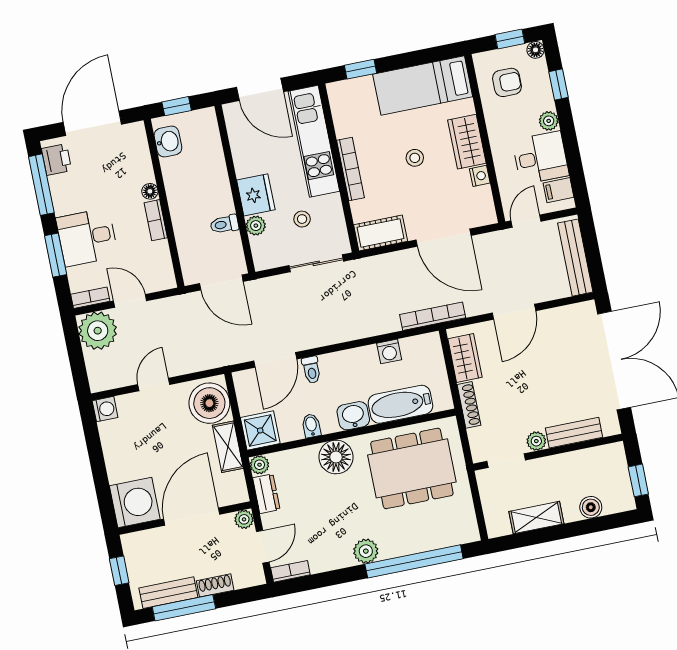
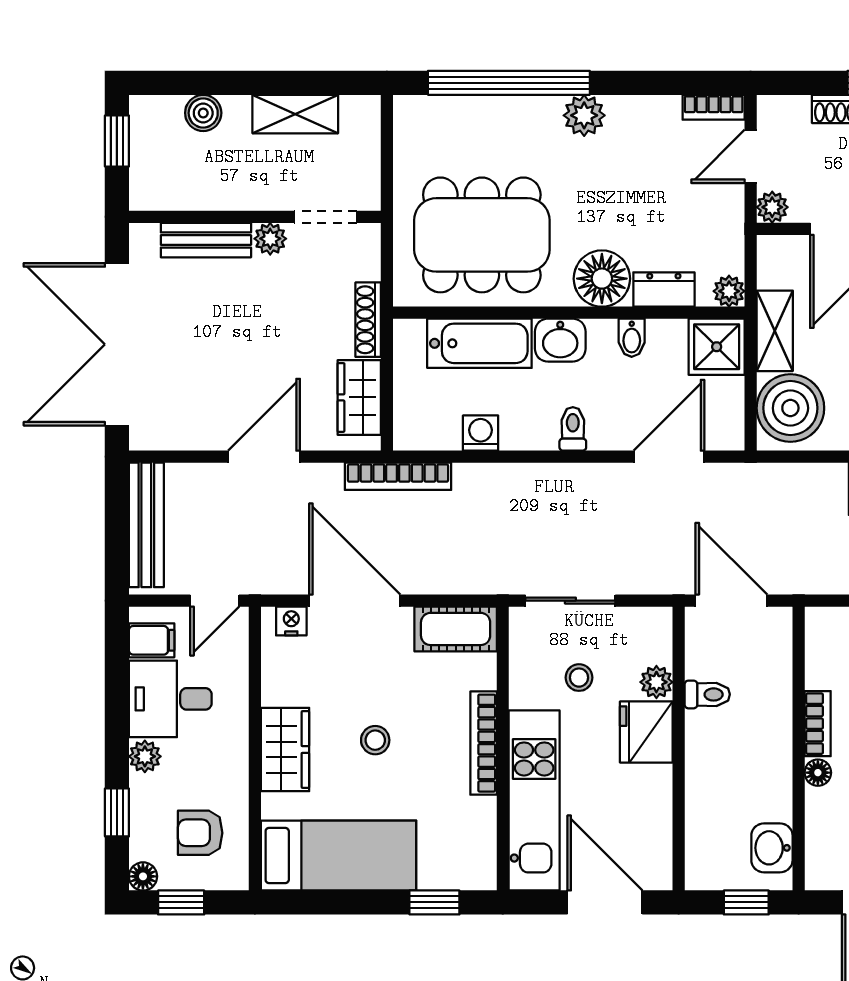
nightstand: (480, 176) -> (291, 621), moved, turned 90
toilet: (311, 370) -> (573, 429), moved
dresser: (266, 494) -> (664, 290), moved, turned 90

